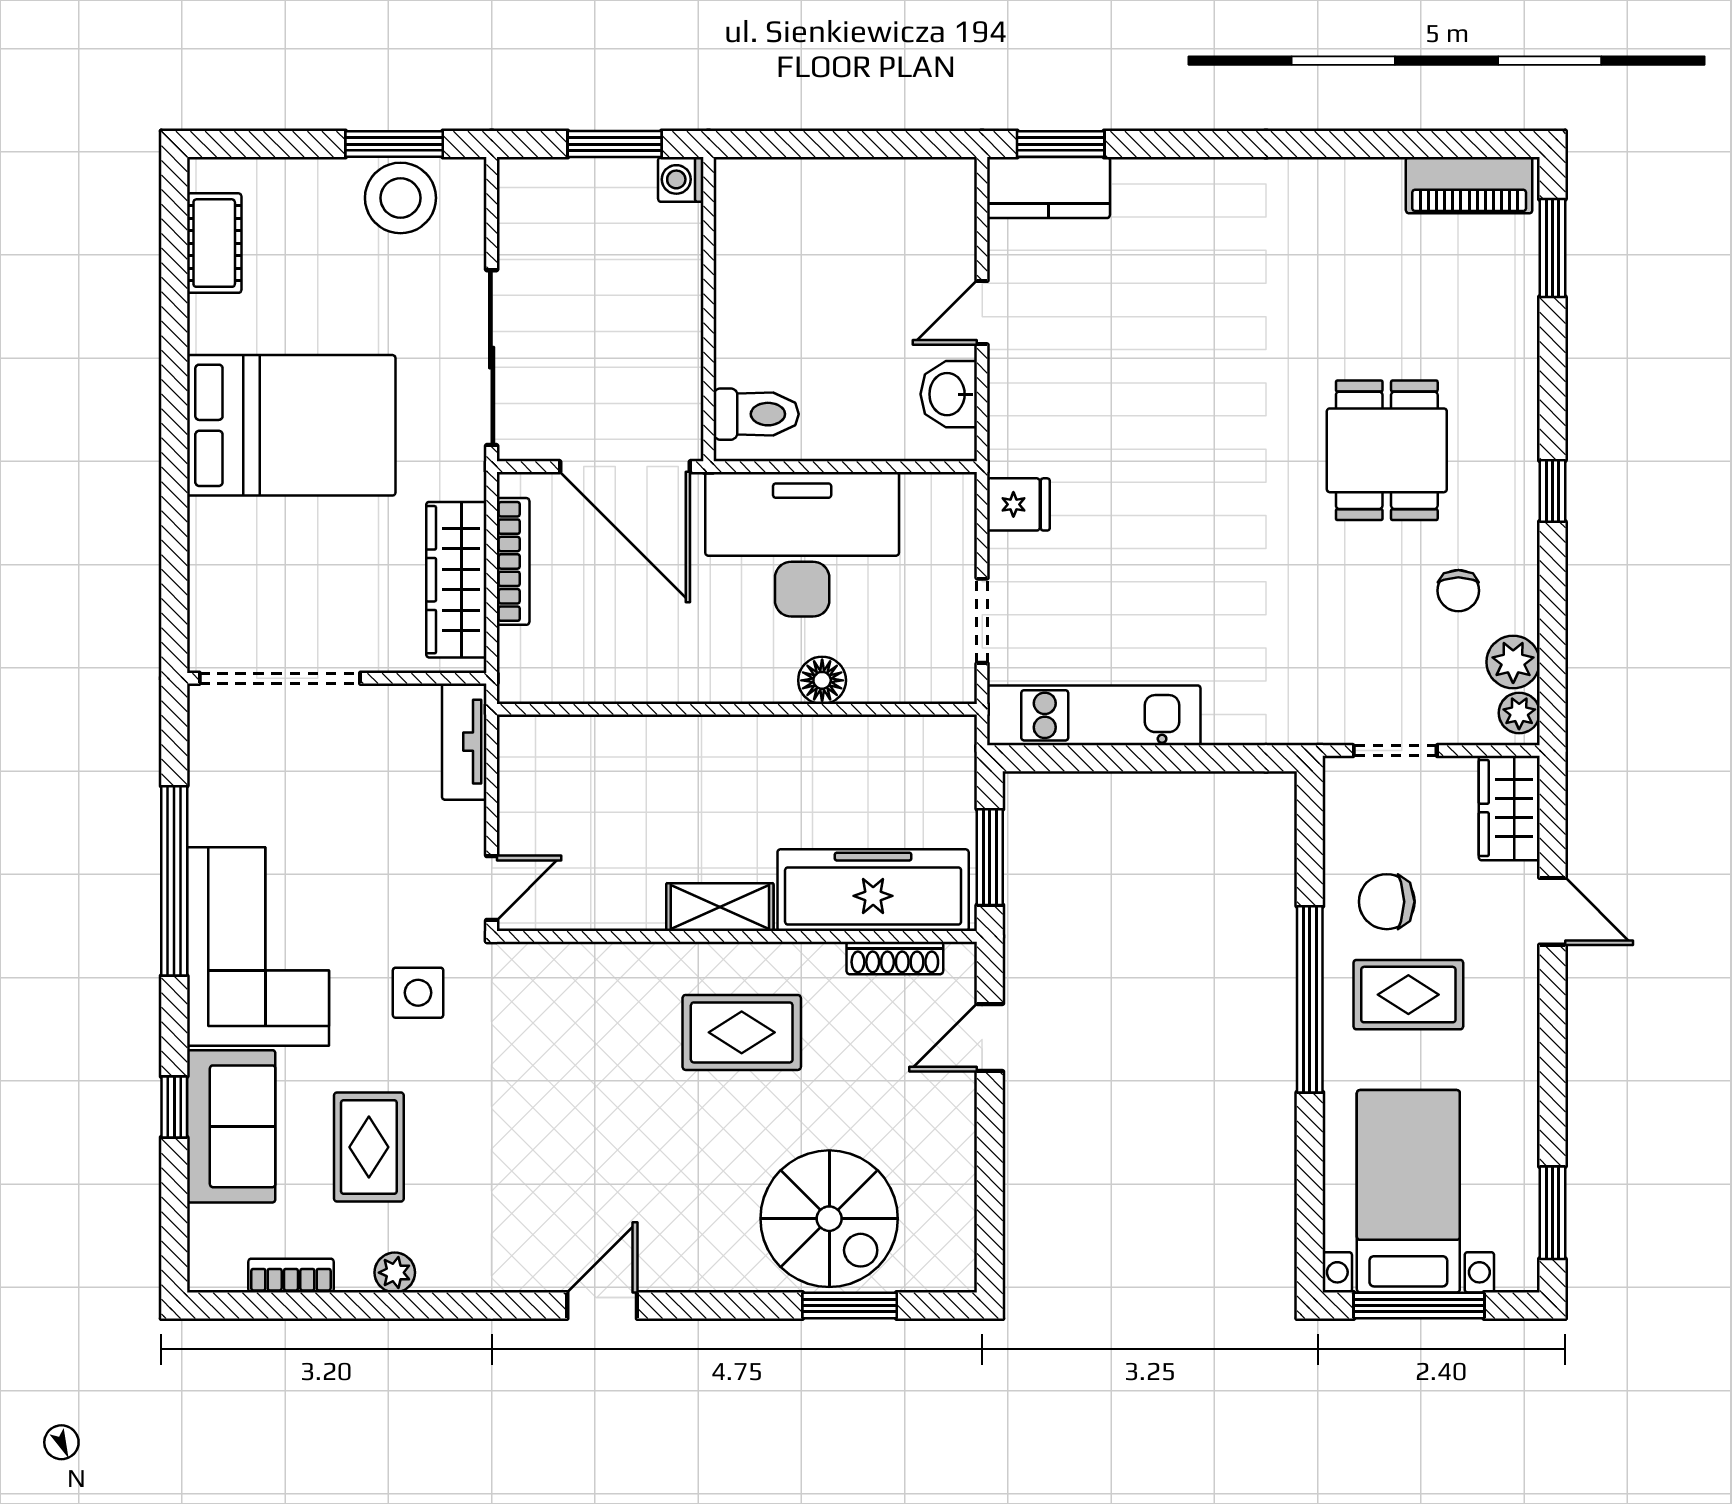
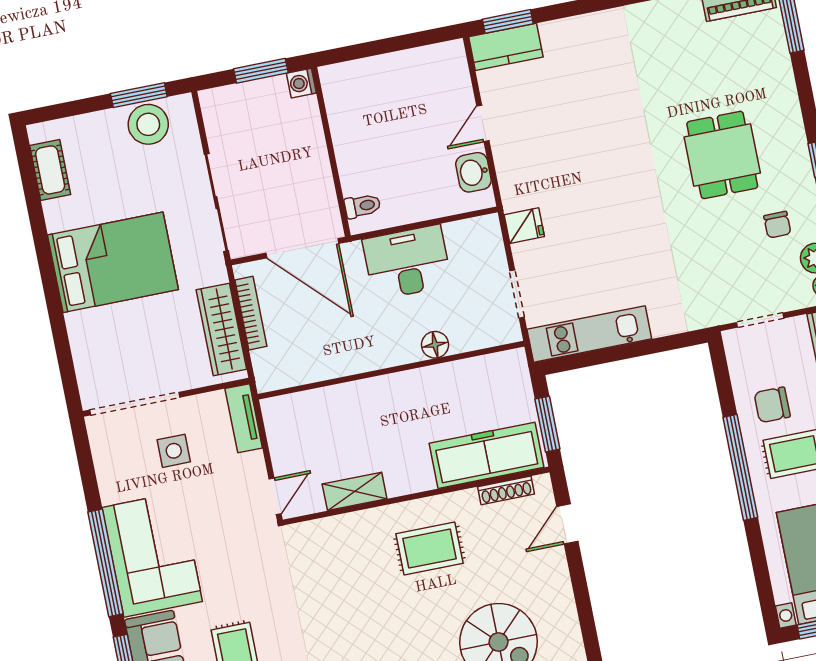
toilet: (756, 414) -> (362, 206), width x0.73, depth x0.72
desk: (802, 544) -> (407, 262), width x0.73, depth x0.77
window: (174, 881) -> (106, 563), moved
shelving: (720, 907) -> (355, 491), moved
side table: (418, 993) -> (174, 451), moved

